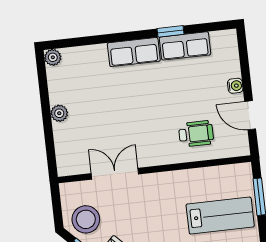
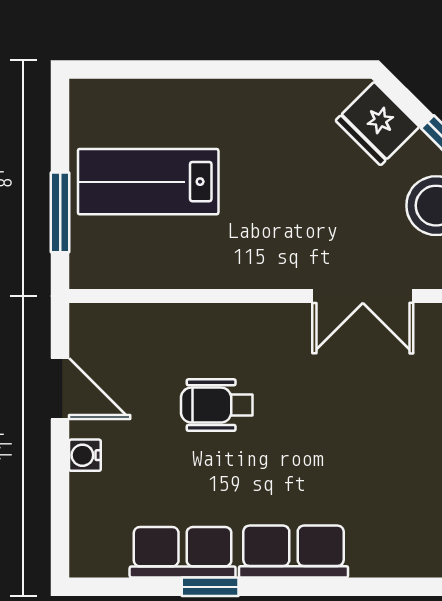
wheelchair: (196, 134) -> (217, 405), moved

